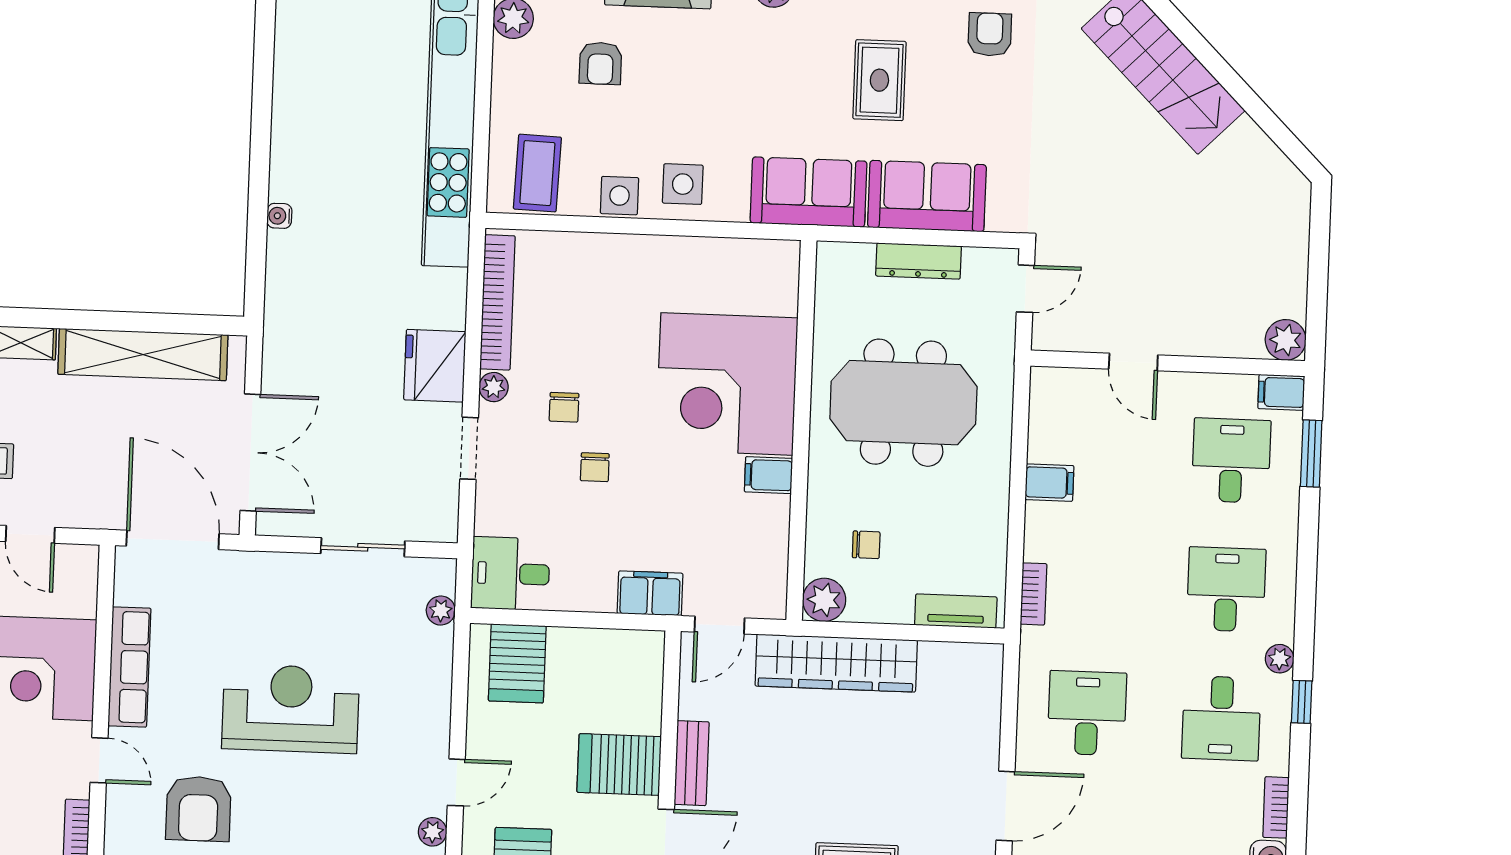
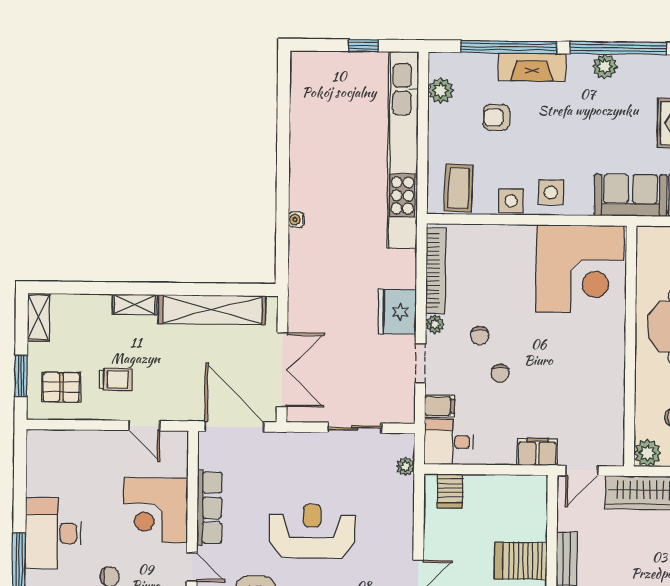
armchair: (600, 63) -> (497, 117), turned 90
corner desk: (727, 384) -> (580, 269), moved, turned -90
filing cabinet: (769, 475) -> (440, 406), moved, turned 180
server rack: (517, 663) -> (450, 491), width x0.73, depth x0.70

